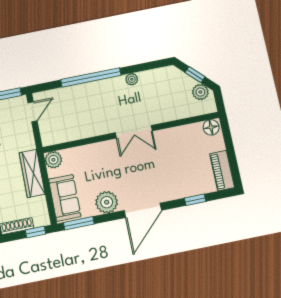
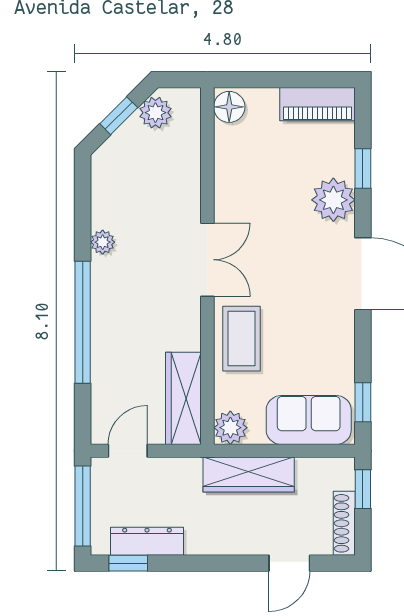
door: (32, 112) -> (128, 451), hinge flipped
wardrobe: (63, 134) -> (183, 398), added
coffee table: (98, 156) -> (241, 339), added
plant: (107, 202) -> (333, 200), moved
window: (79, 223) -> (363, 402), width x0.67

